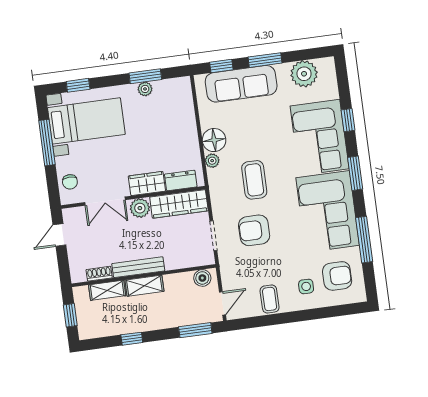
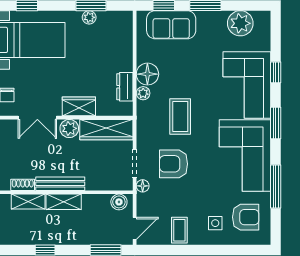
sofa: (241, 84) -> (171, 25), width x0.73
dresser: (181, 180) -> (125, 87), moved, turned -90
floor lamp: (225, 258) -> (143, 186), added

